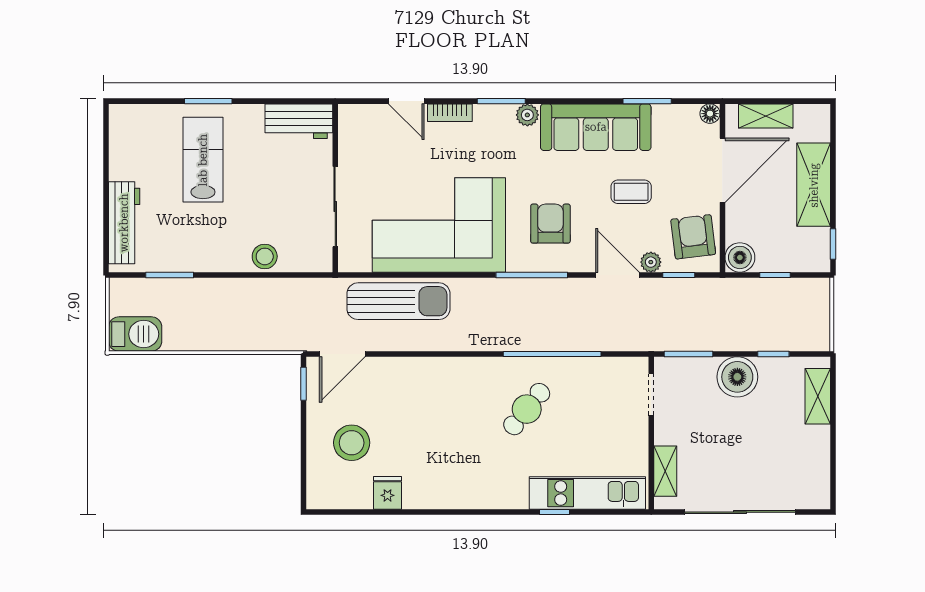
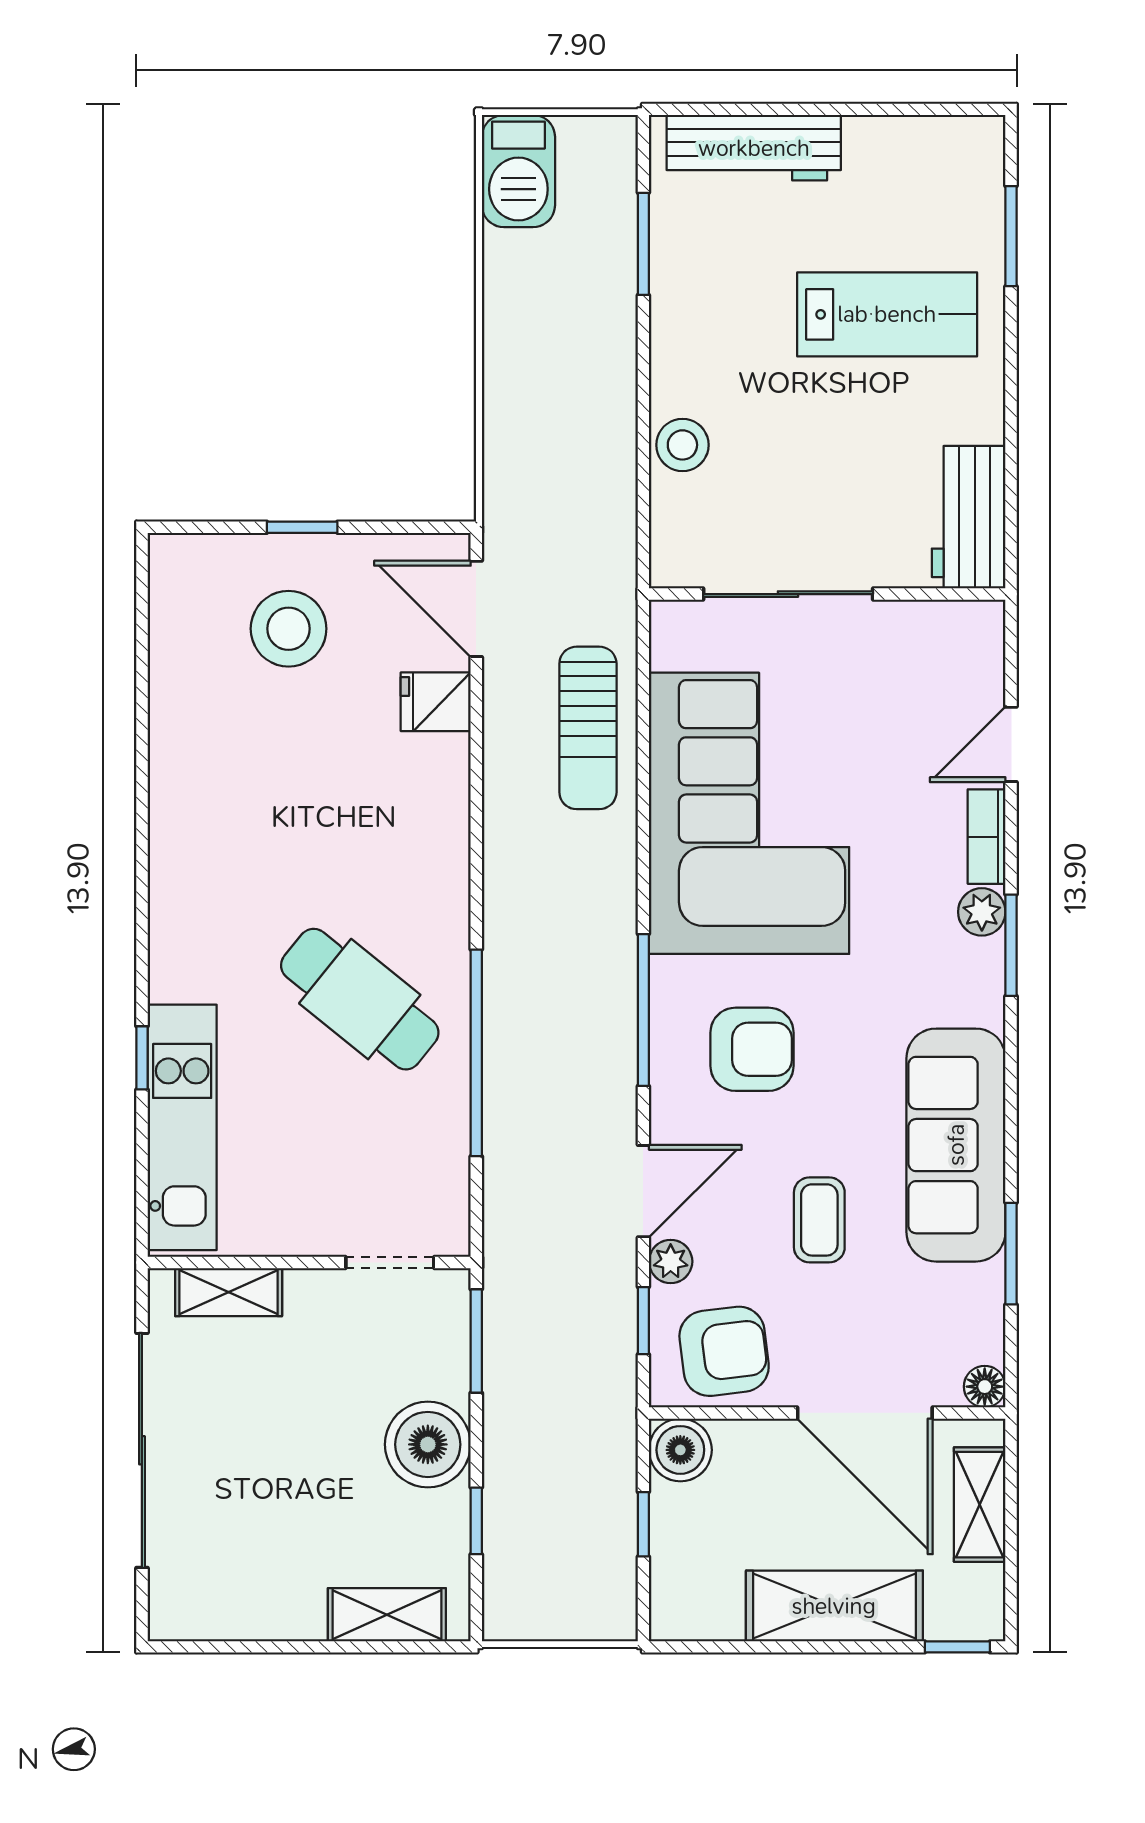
window: (208, 101) -> (1011, 236), moved
plant: (527, 115) -> (982, 912), moved
window: (833, 244) -> (957, 1647), moved
sun lounger: (398, 301) -> (588, 728), width x0.73, depth x0.75
window: (304, 384) -> (302, 527), moved
cafe table: (527, 409) -> (360, 999), width x1.37, depth x1.35
fridge: (388, 493) -> (436, 702), moved, turned 180

